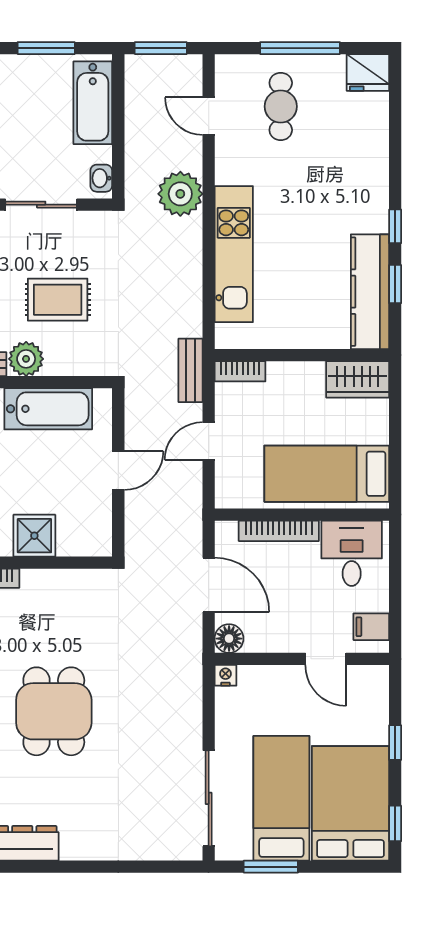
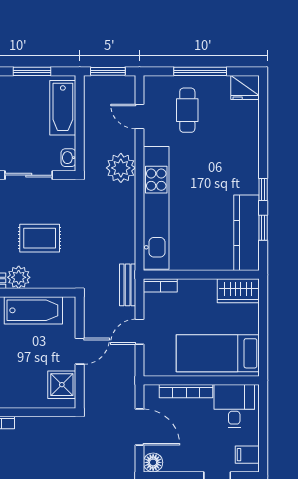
kitchen unit: (234, 254) -> (156, 208), width x1.36
shower: (34, 536) -> (62, 385), moved

